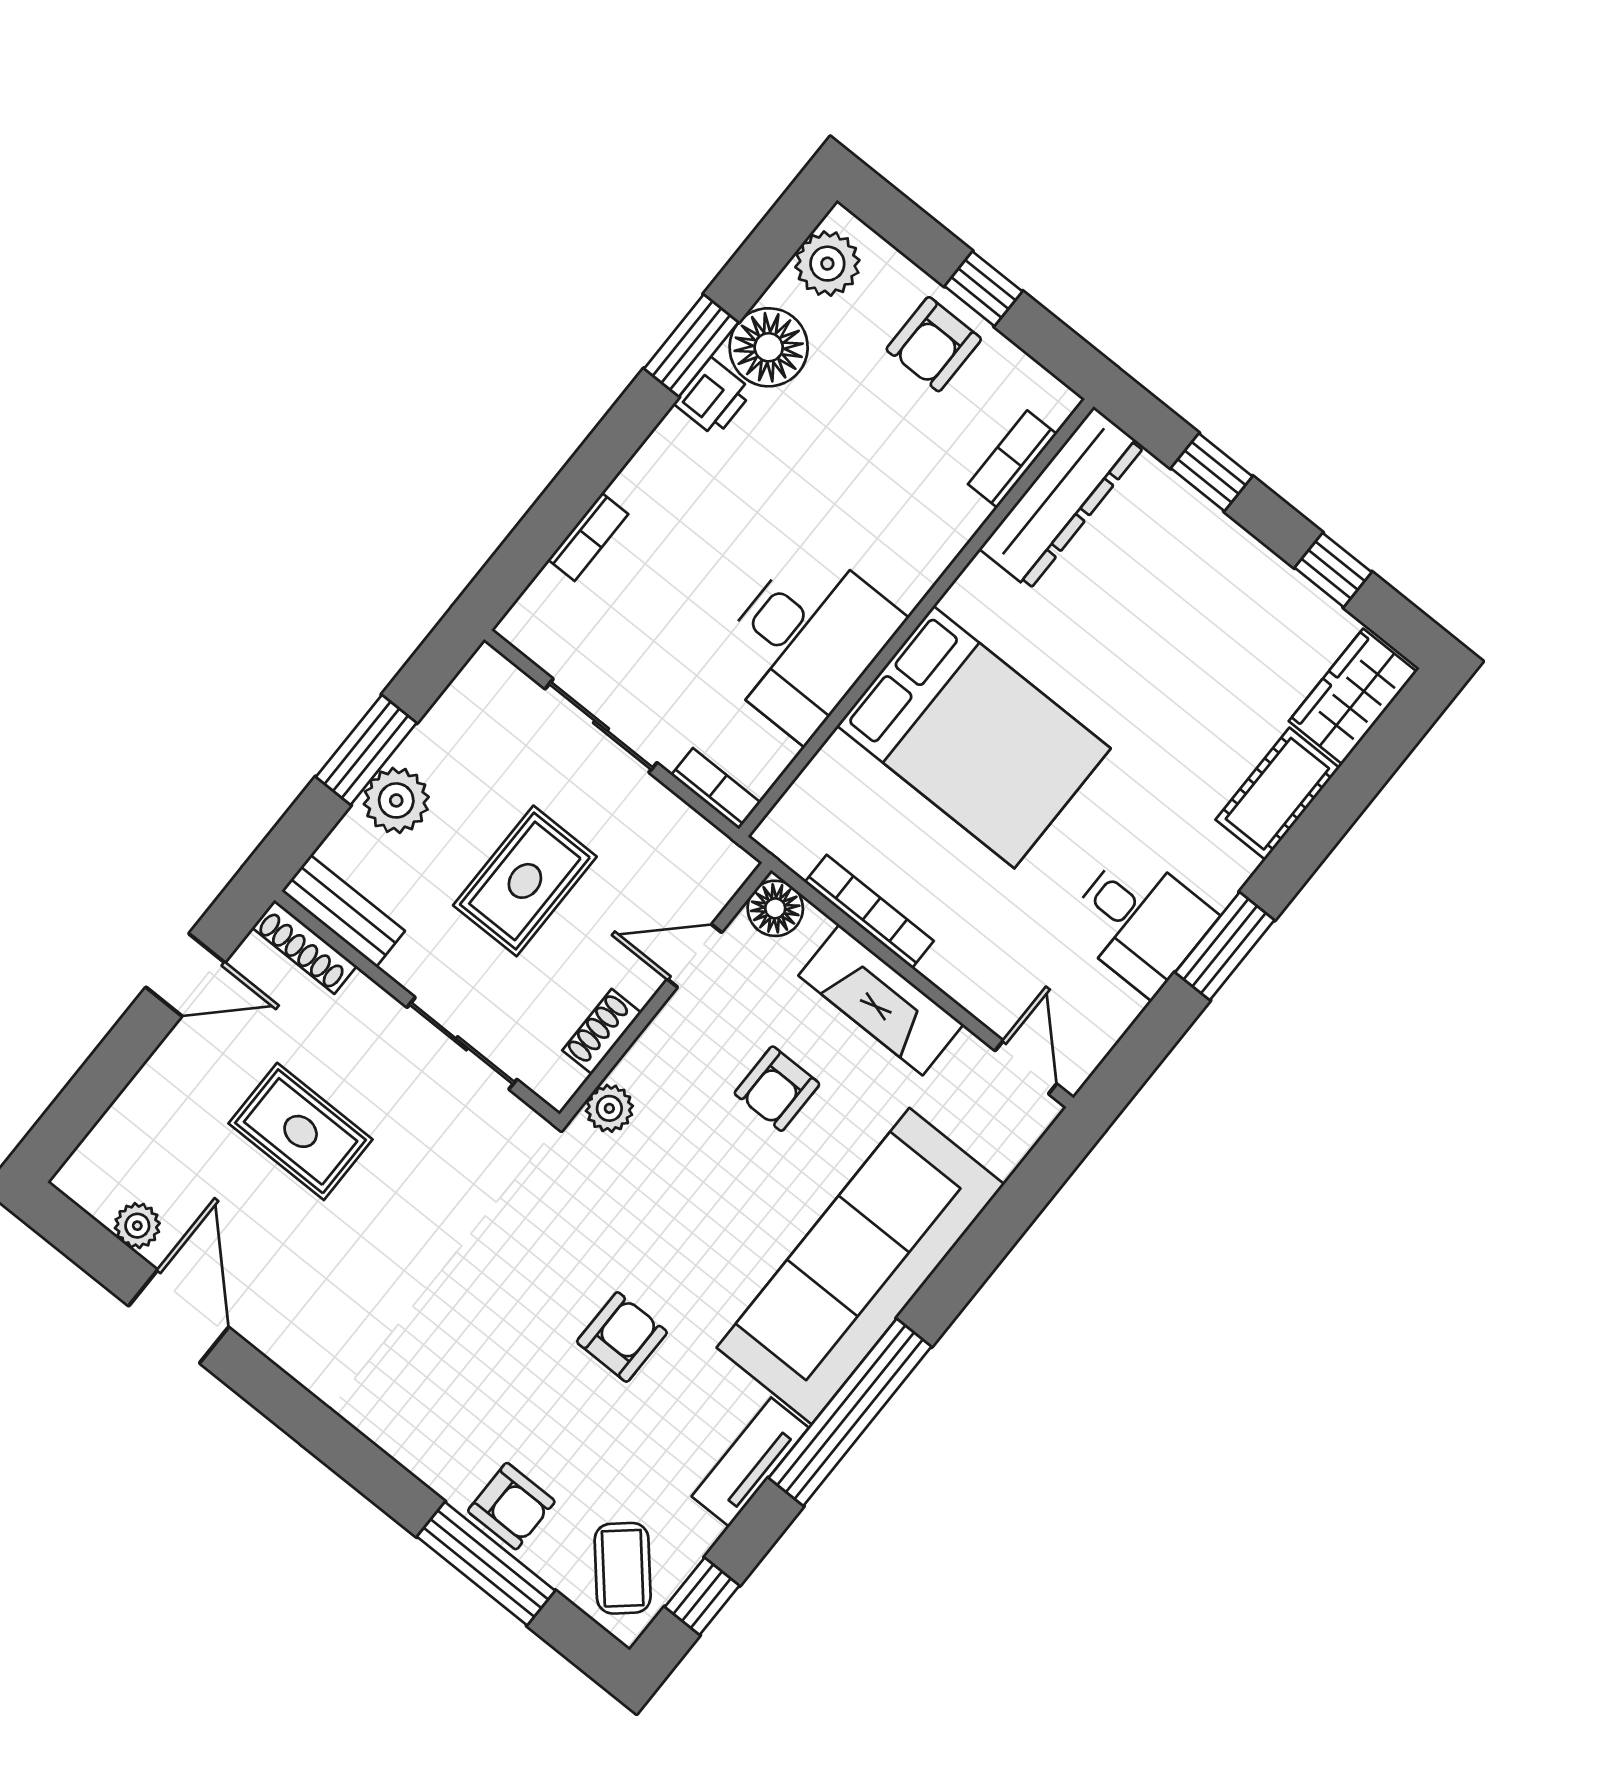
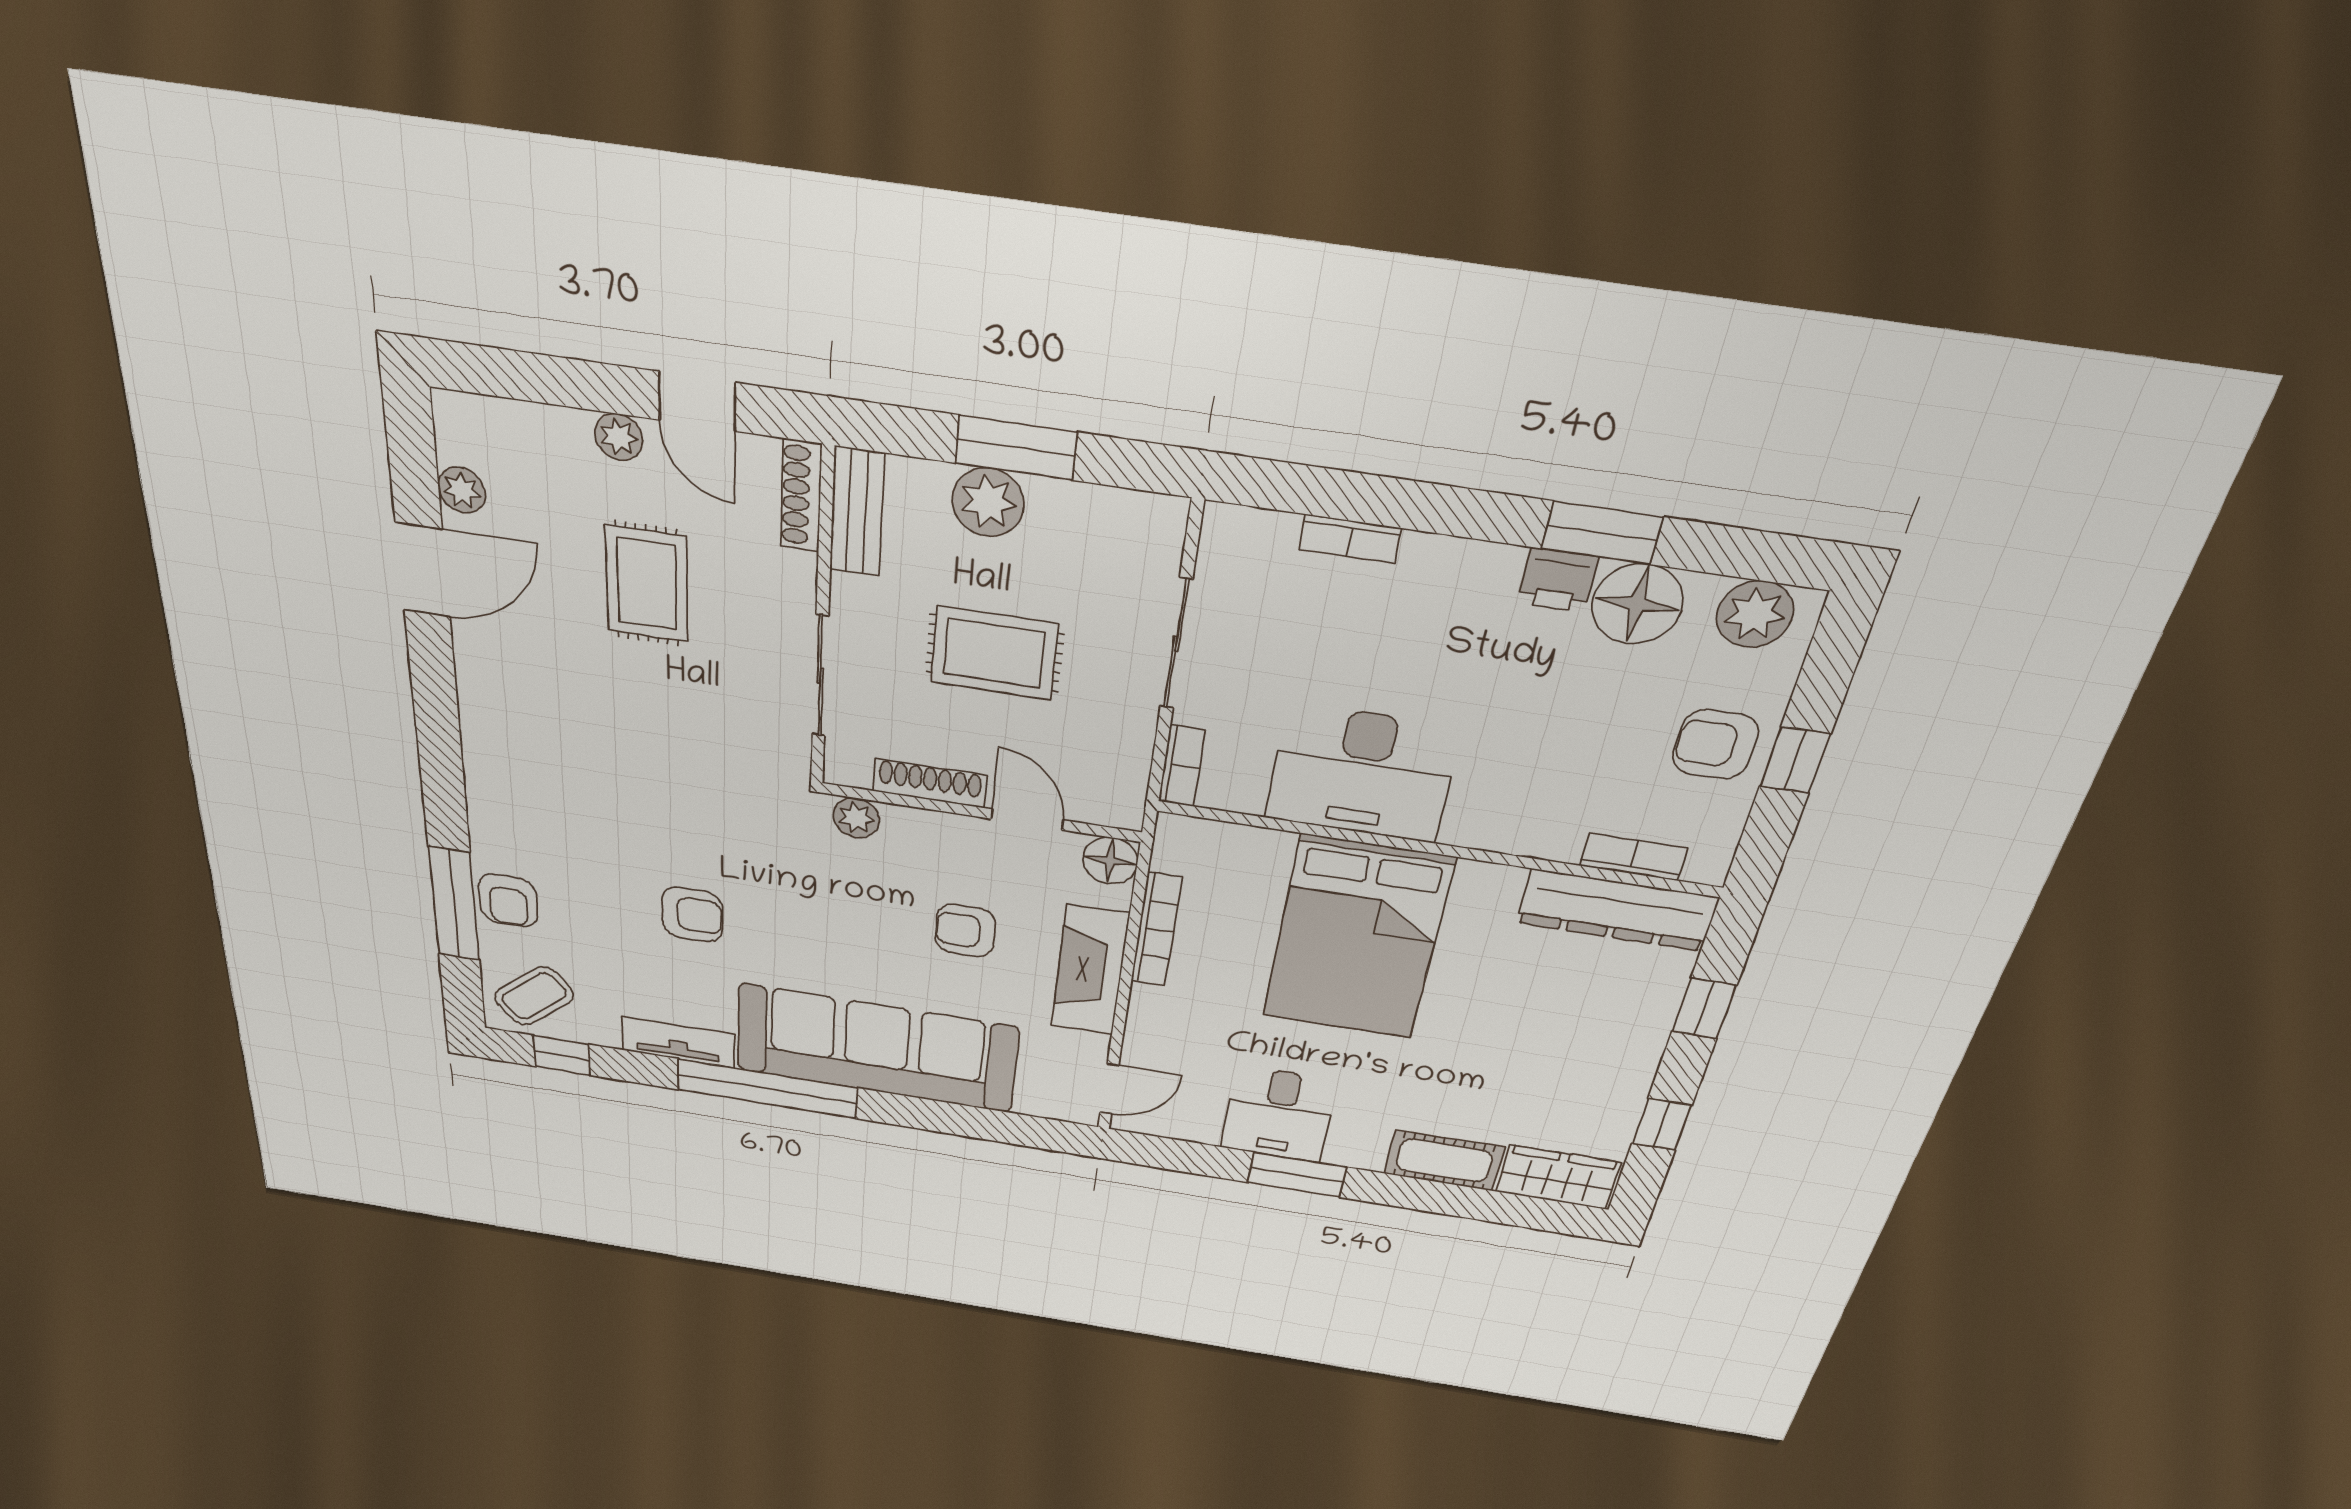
shoe rack: (602, 1032) -> (930, 783), width x1.43
plant: (174, 1060) -> (619, 437), added

